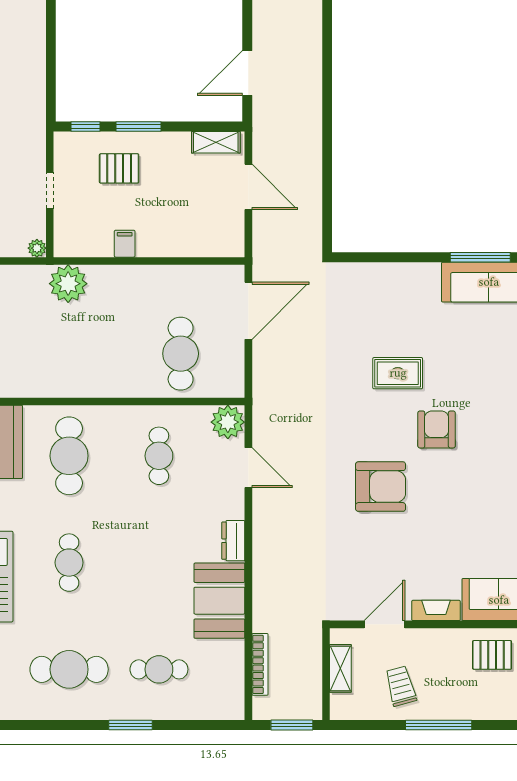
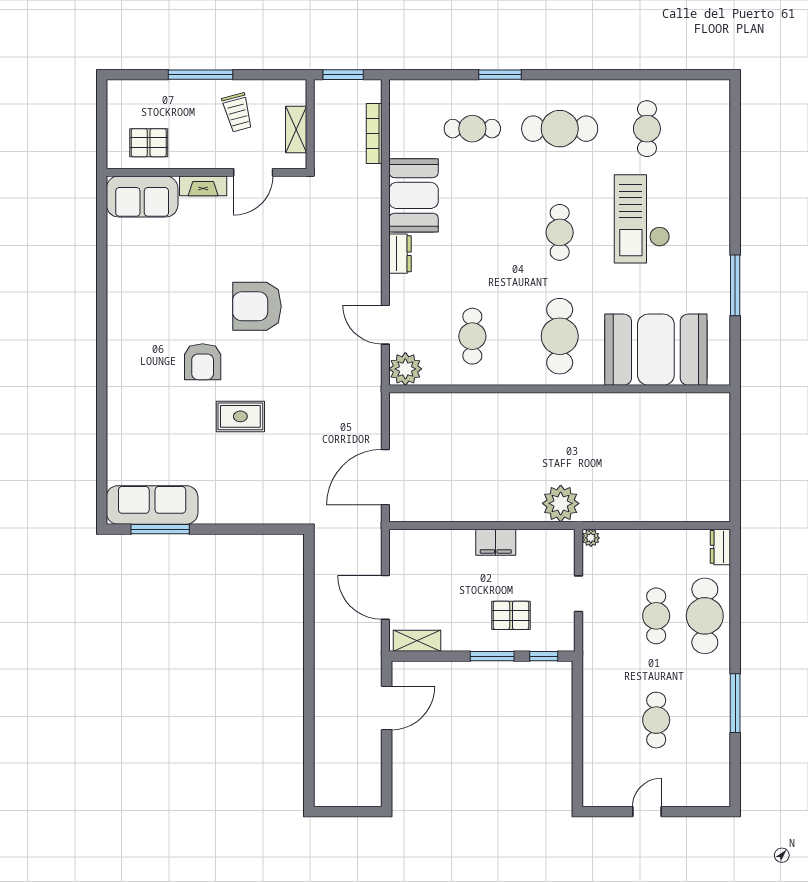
filing cabinet: (125, 244) -> (496, 542), width x2.00
cafe table: (181, 354) -> (451, 435), removed

